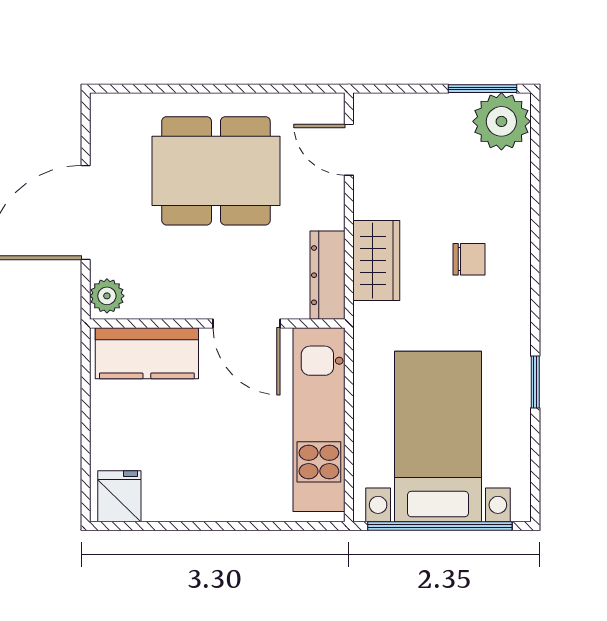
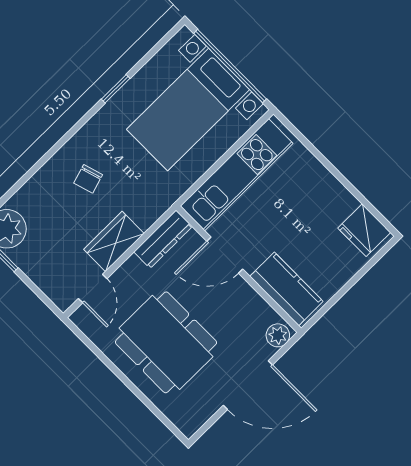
chair: (469, 259) -> (88, 179), turned -107
wardrobe: (376, 261) -> (114, 242), moved
door: (247, 324) -> (225, 255), swing flipped
fridge: (119, 496) -> (364, 230), width x1.38

